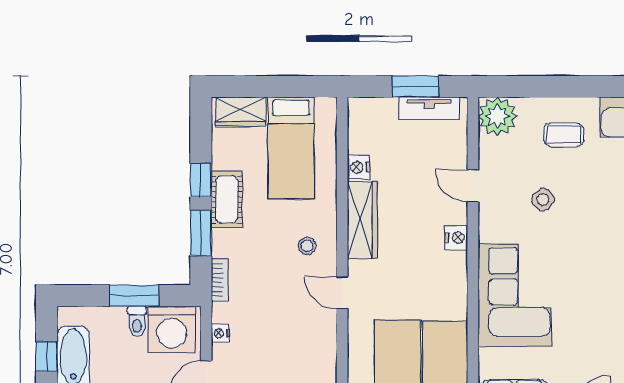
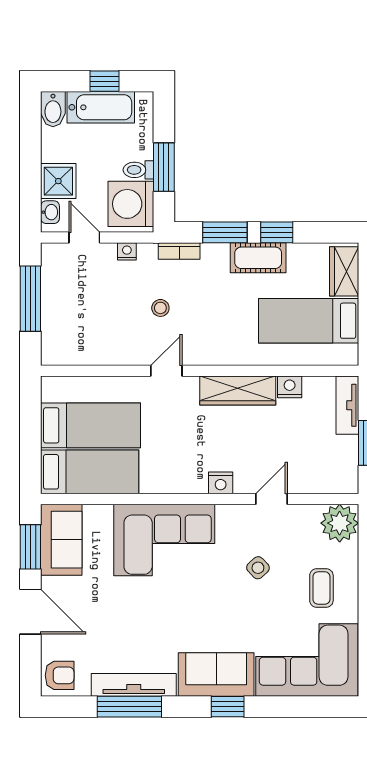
tv unit: (429, 108) -> (347, 405), moved
stool: (307, 246) -> (160, 308), moved

